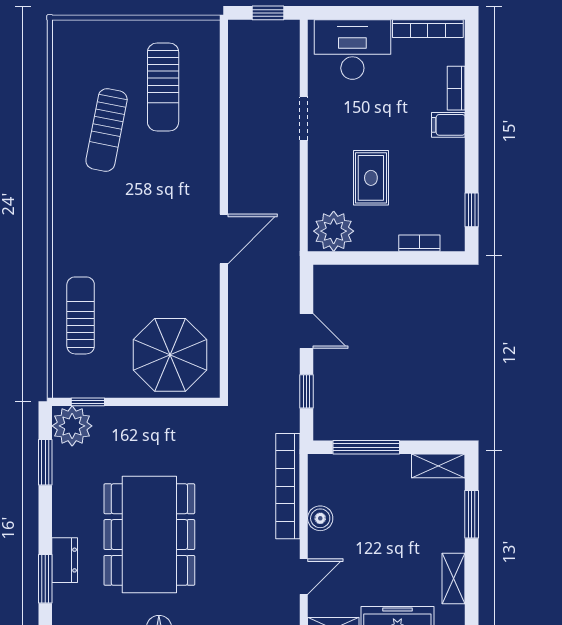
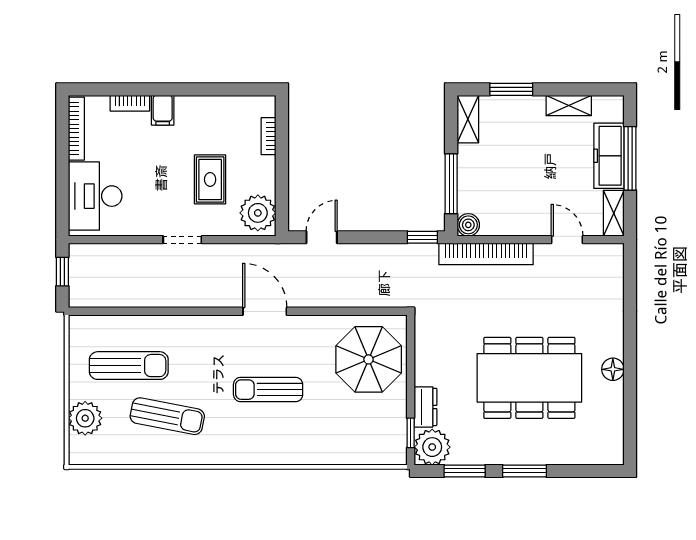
plant: (104, 38) -> (85, 418), added
doorway: (304, 118) -> (182, 240), moved
rug: (371, 178) -> (210, 179), turned 90
window: (472, 210) -> (239, 89), removed
sun lounger: (81, 315) -> (268, 390), moved
door: (306, 331) -> (322, 237), moved
window: (306, 391) -> (422, 237), moved
boiler: (320, 518) -> (468, 225), moved
dresser: (65, 560) -> (426, 407), moved, turned 90
window: (45, 579) -> (525, 471), moved

